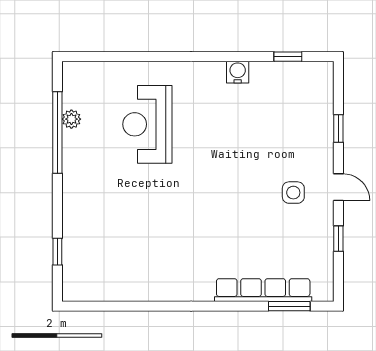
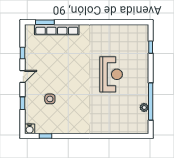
water cooler: (238, 72) -> (30, 129), moved
reception desk: (147, 124) -> (111, 74), moved
door: (338, 187) -> (23, 76), swing flipped
side table: (293, 193) -> (50, 99), moved

